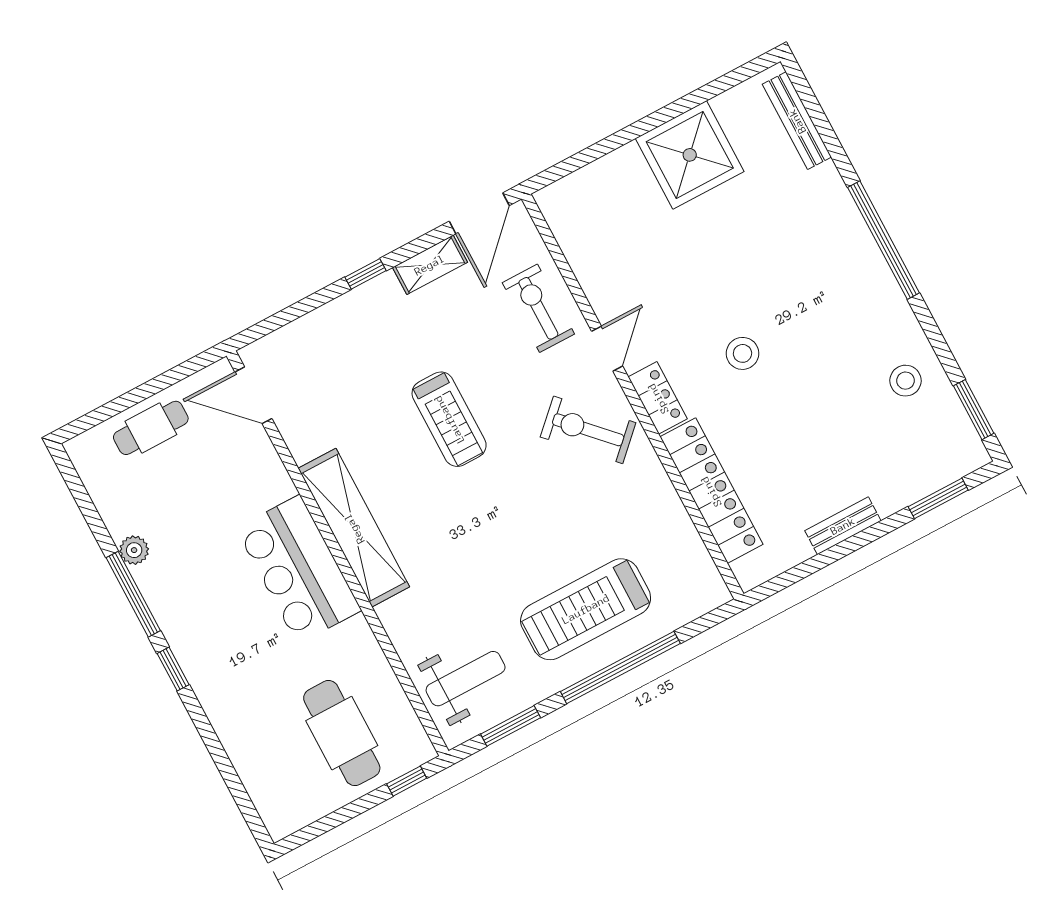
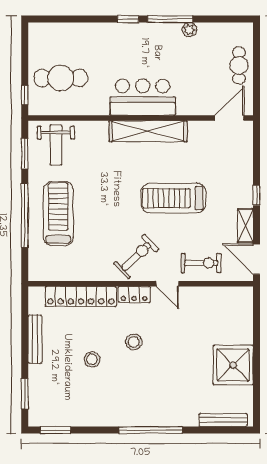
stool: (906, 381) -> (92, 360), moved
treadmill: (449, 419) -> (173, 198), width x1.37, depth x1.38
bench: (843, 526) -> (35, 339), width x1.36

